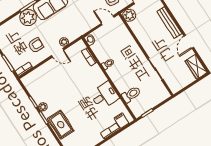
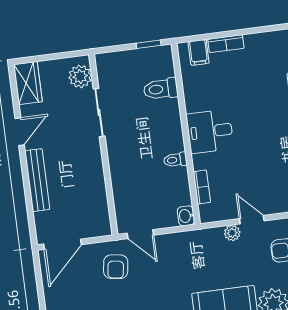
plant: (129, 15) -> (80, 76), moved
desk: (104, 96) -> (210, 131), moved

